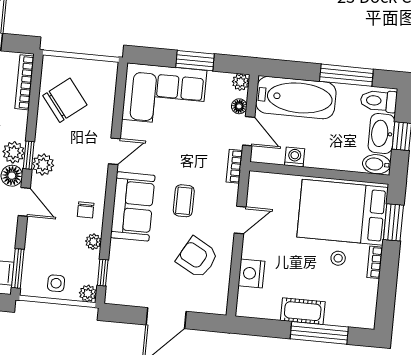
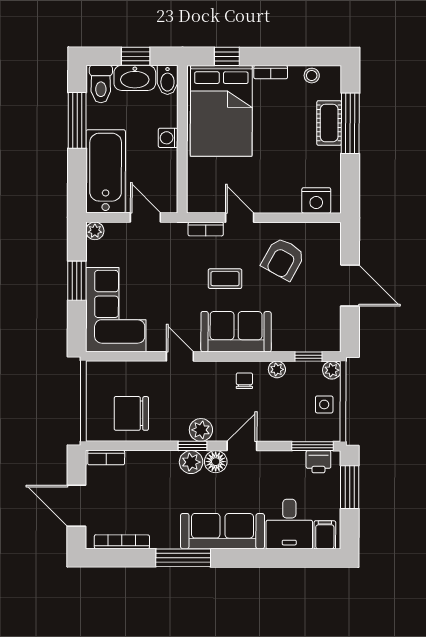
bookcase: (24, 82) -> (106, 458), width x0.64
chair: (65, 100) -> (131, 413), turned -52
floor lamp: (239, 106) -> (120, 230), removed
door: (249, 131) -> (145, 217), hinge flipped
washing machine: (295, 157) -> (168, 138), moved
bookcase: (234, 166) -> (206, 229), moved
chair: (86, 210) -> (244, 381), turned -90
window: (393, 222) -> (227, 56), width x0.67
stool: (338, 258) -> (312, 76), moved
nightstand: (251, 273) -> (316, 200), moved
cot: (303, 311) -> (329, 123), moved

